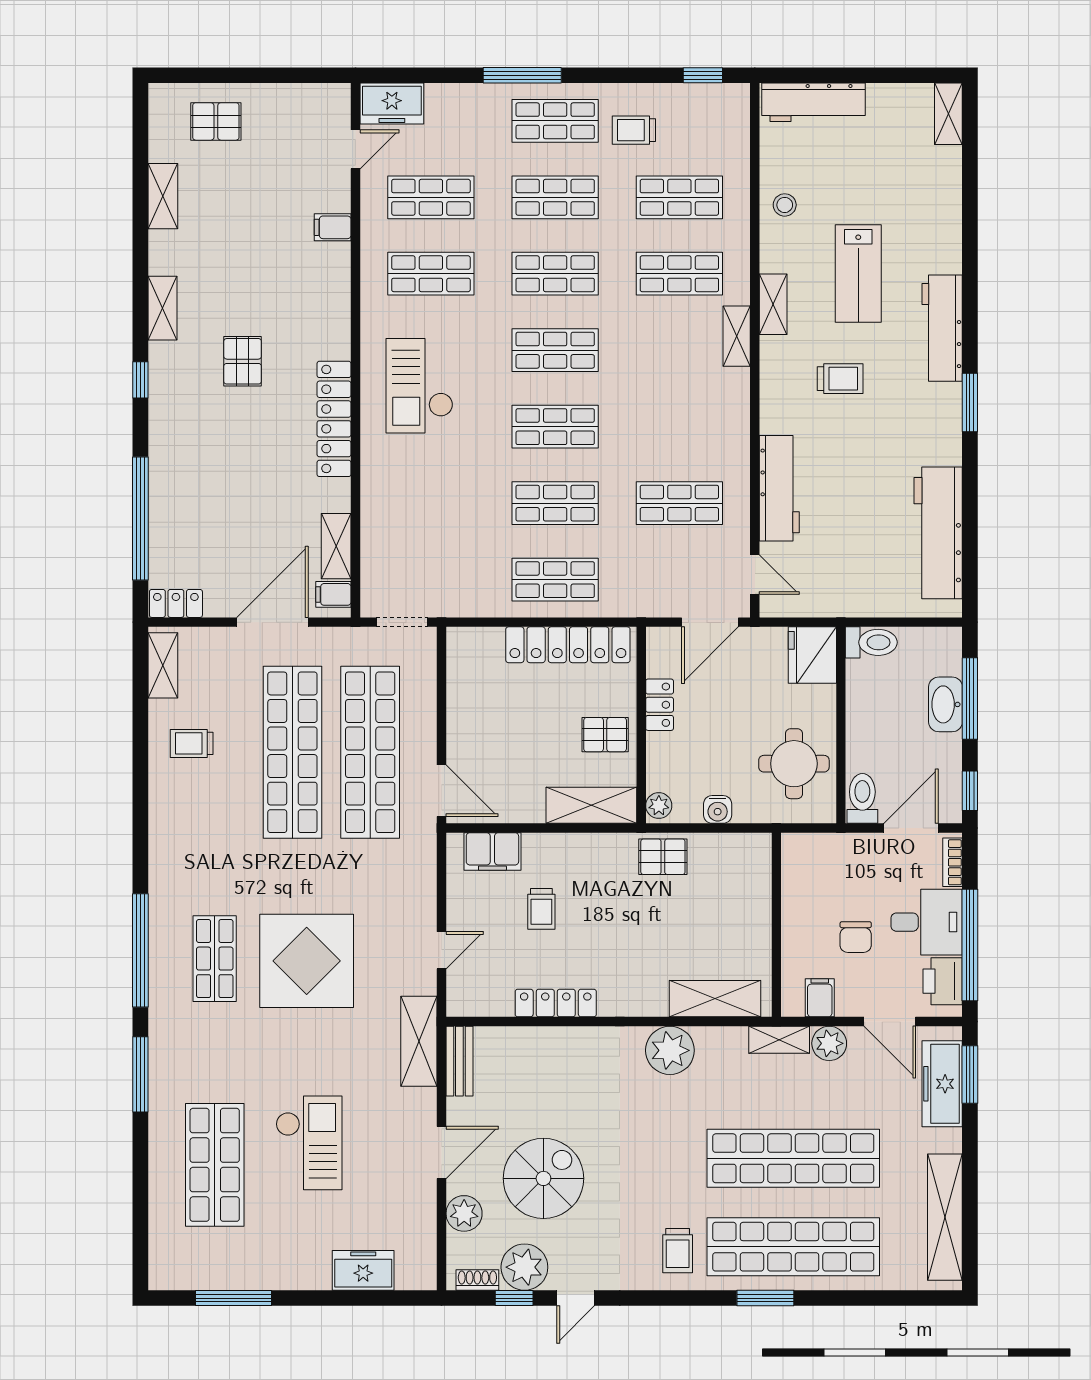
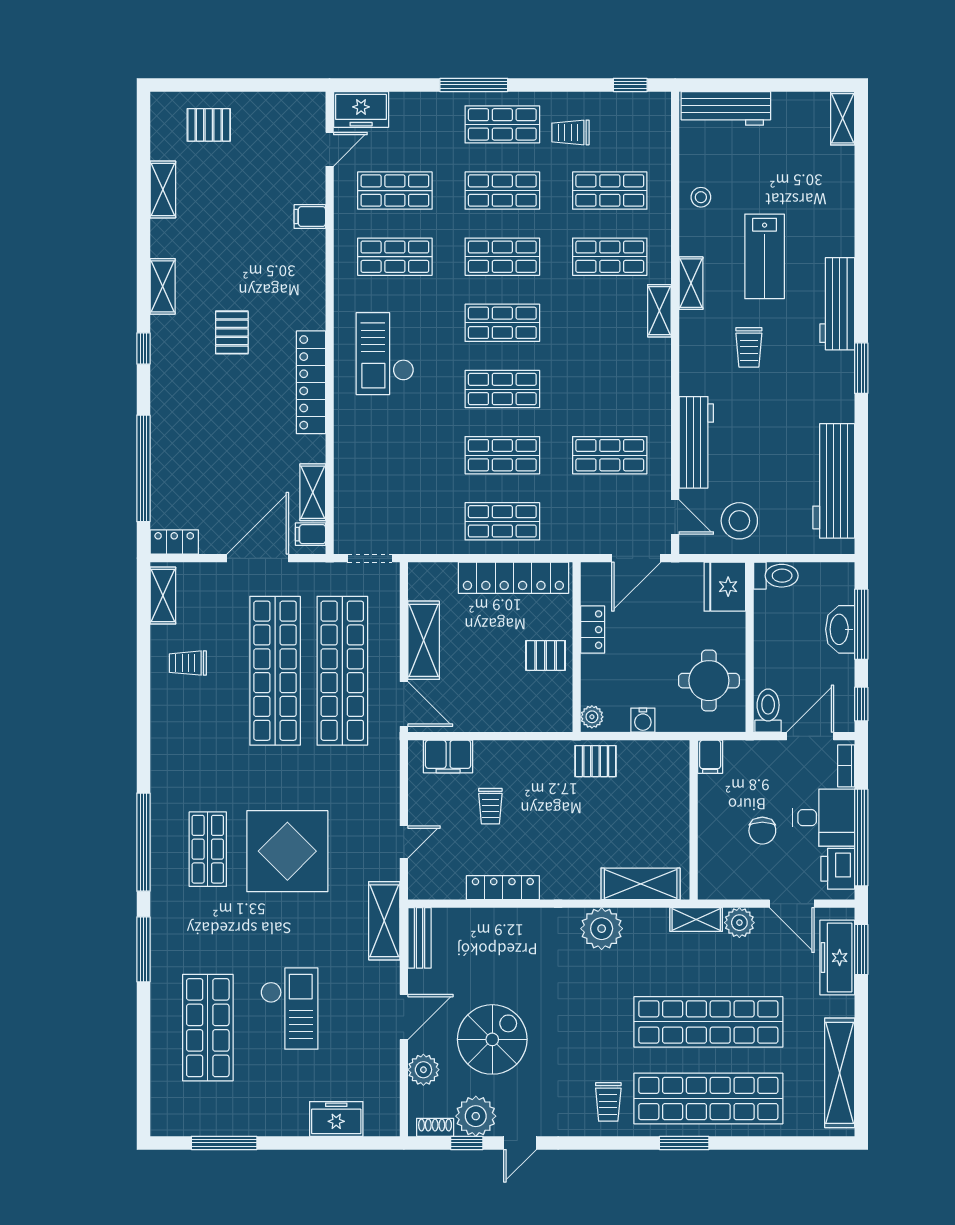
trolley: (840, 379) -> (749, 347), turned 90
stool: (829, 579) -> (739, 521), added
shelving: (591, 805) -> (424, 640), moved, turned 90
filing cabinet: (820, 998) -> (710, 757), moved, turned 180

